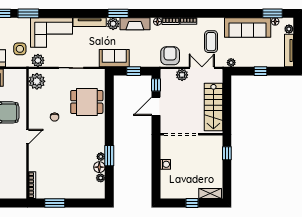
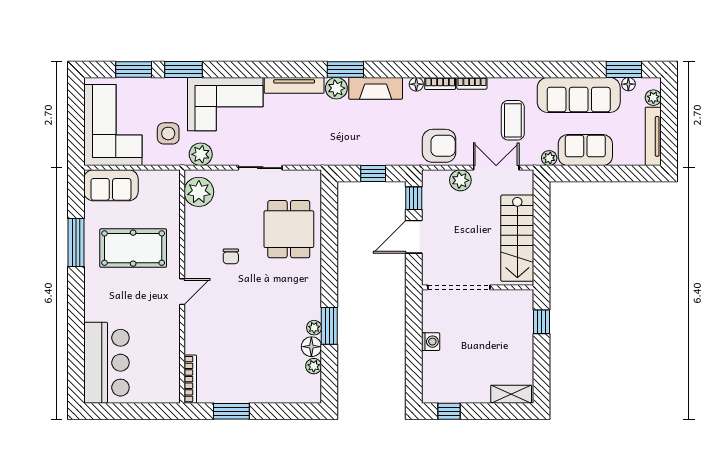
armchair: (170, 56) -> (439, 146), turned 90
sofa: (114, 58) -> (585, 150), moved
window: (261, 71) -> (602, 174), removed
dining table: (87, 102) -> (289, 229), turned 90
window: (192, 203) -> (449, 411), moved

